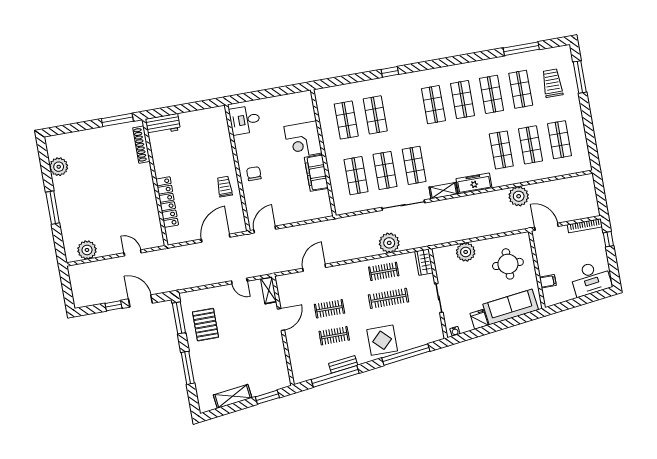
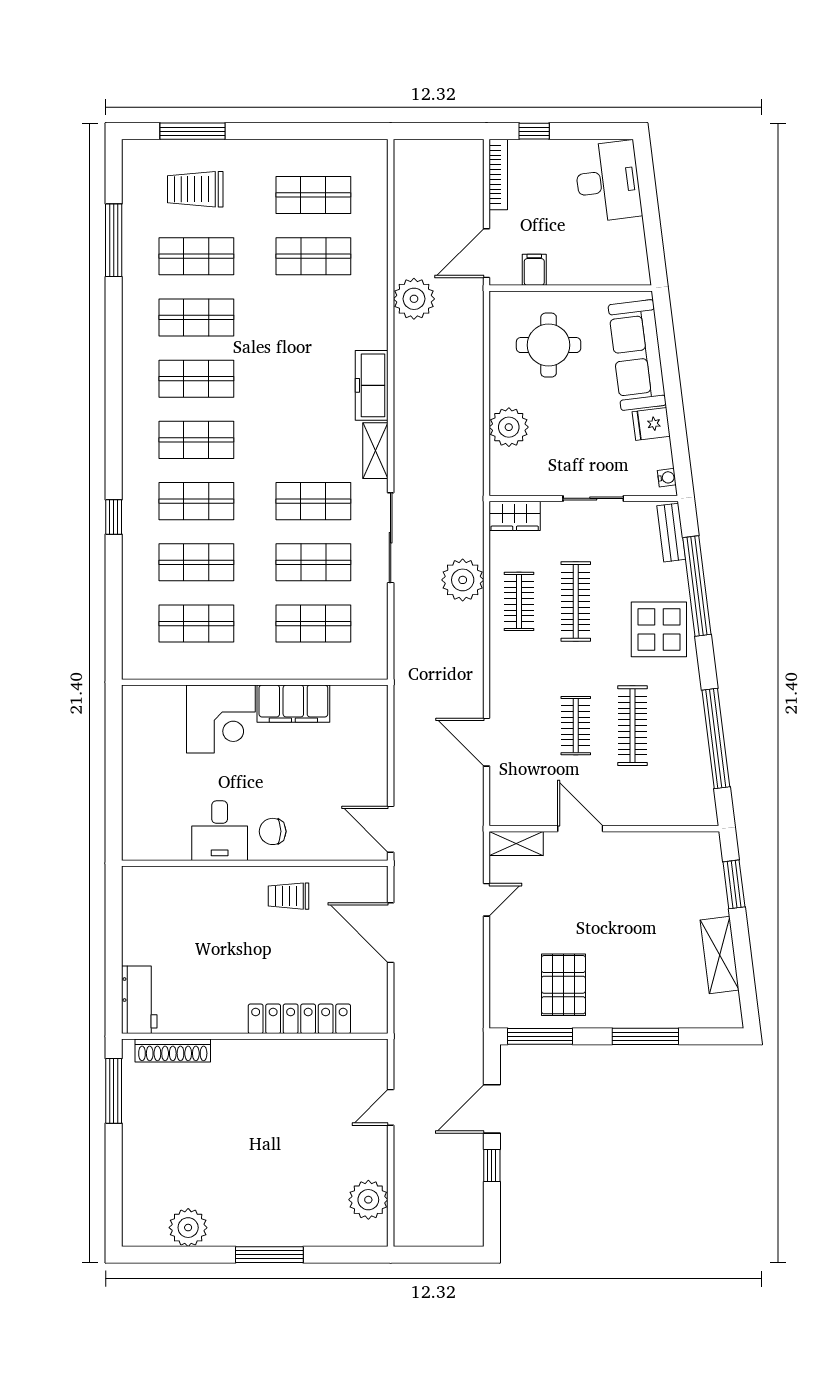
desk: (245, 120) -> (220, 831), moved
shop shelf: (501, 150) -> (196, 501), moved
filing cabinet: (548, 281) -> (534, 270), moved
pallet: (205, 325) -> (563, 985), turned 90
clothes rail: (334, 336) -> (632, 726), width x1.36
bench: (343, 364) -> (671, 533), moved

